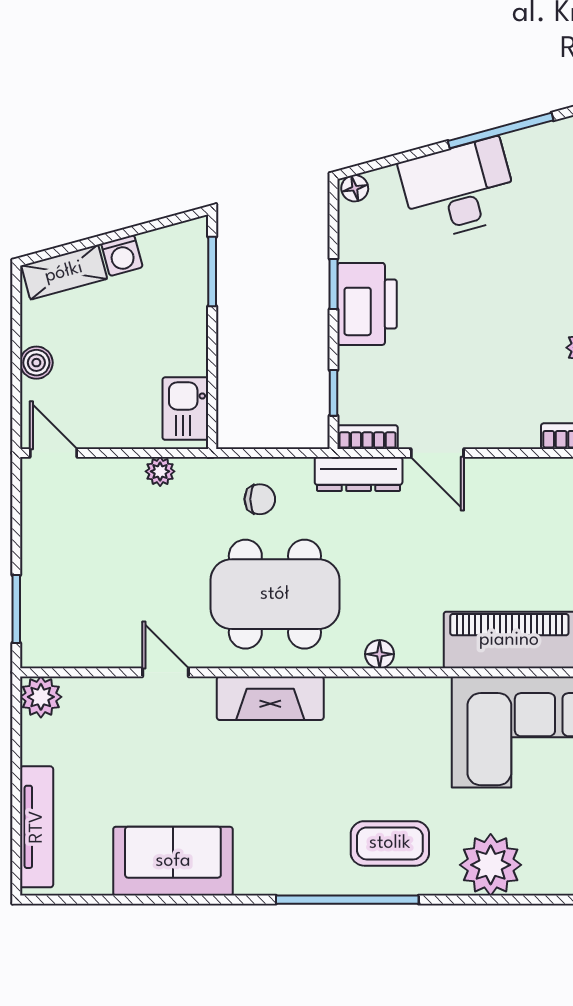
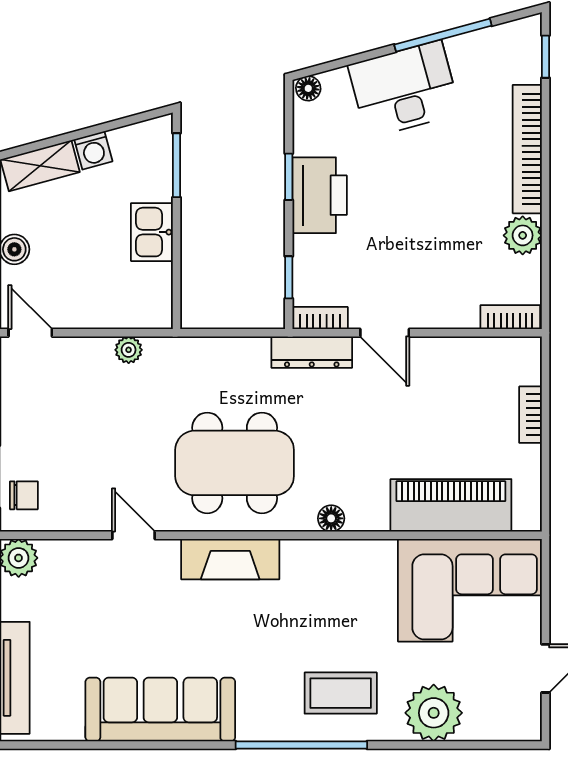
kitchen sink: (185, 409) -> (152, 232), moved
chair: (260, 499) -> (24, 495), moved
sofa: (173, 861) -> (160, 710), width x1.36

